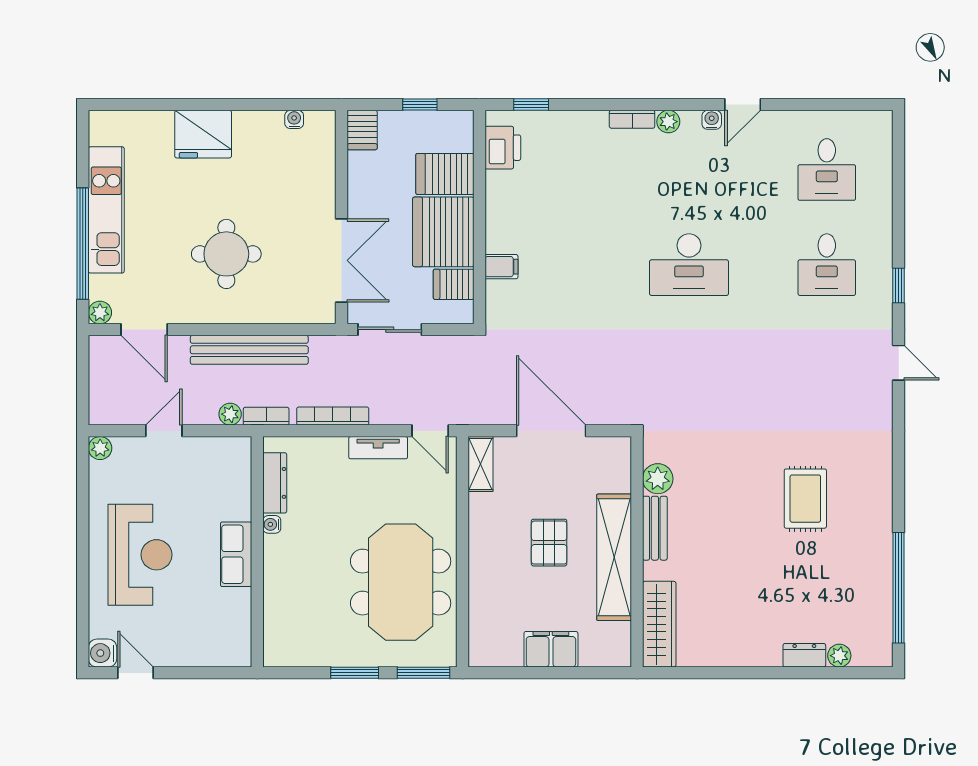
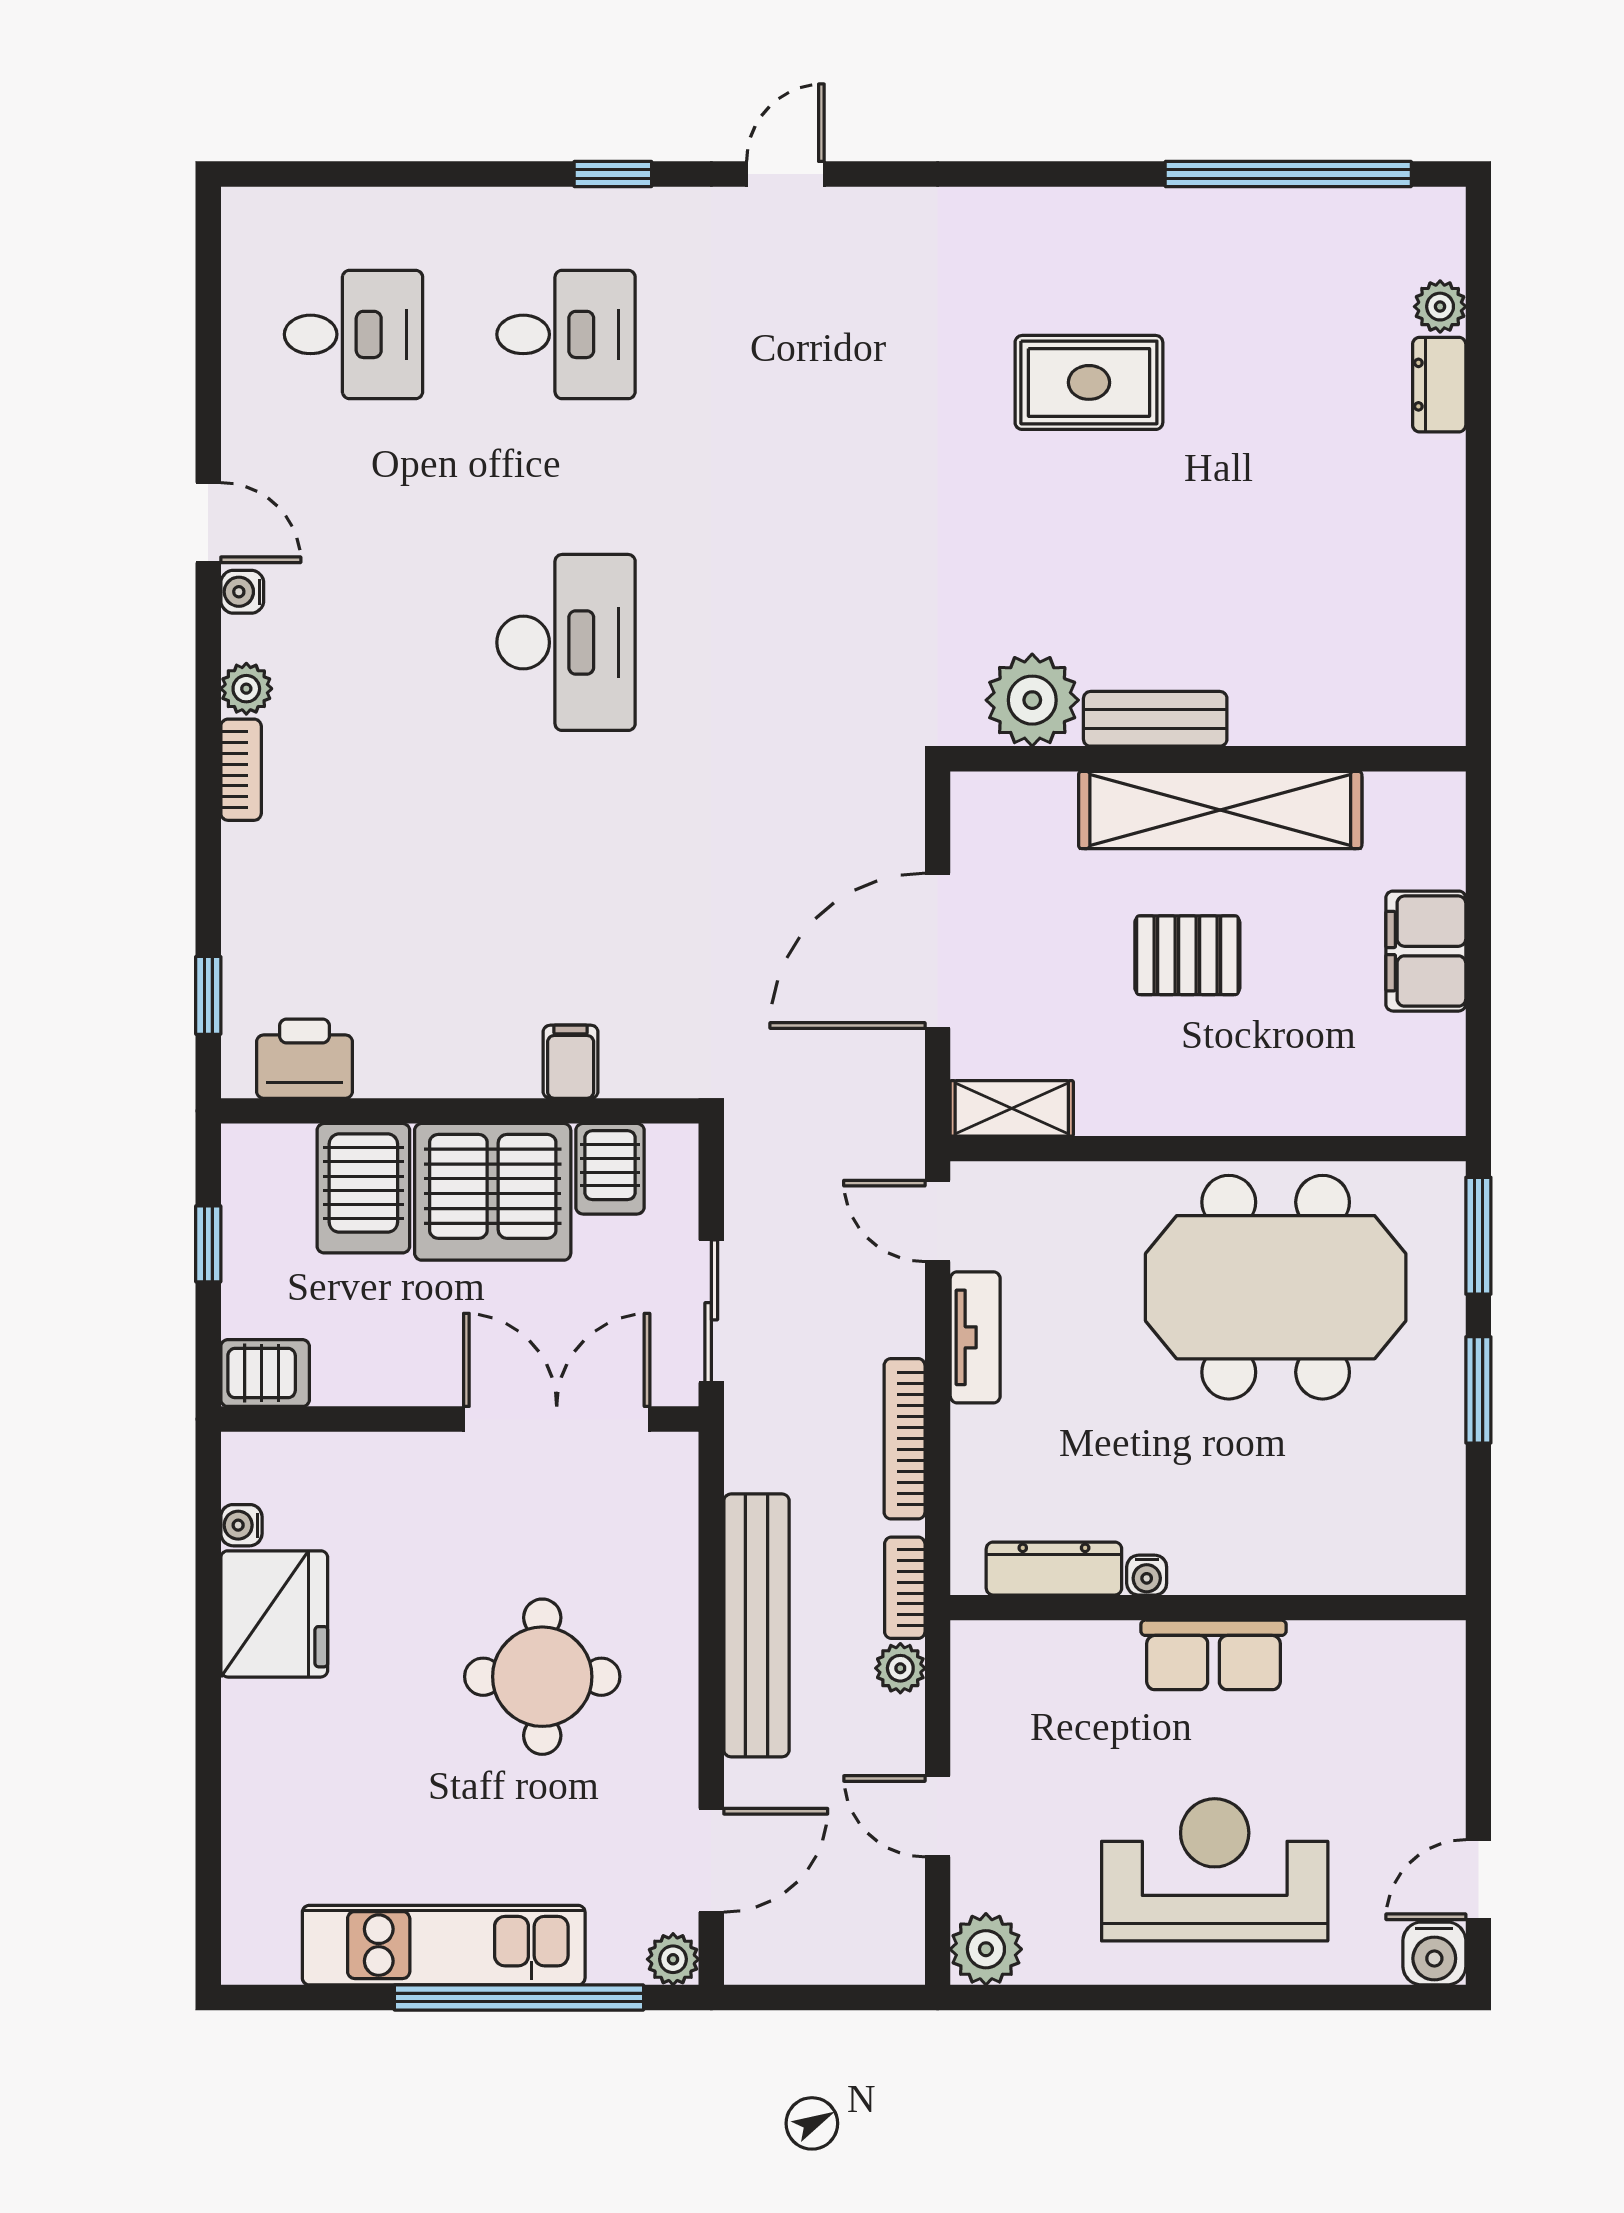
fridge: (203, 134) -> (274, 1614), moved
door: (430, 431) -> (938, 1221), swing flipped
plant: (100, 448) -> (986, 1949), width x1.38, depth x1.38
plant: (658, 479) -> (1032, 700), width x1.36, depth x1.36
wardrobe: (659, 624) -> (1370, 709), removed

